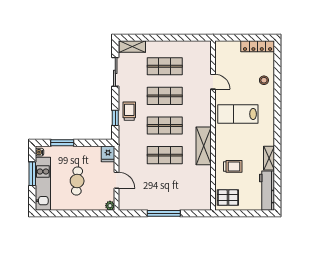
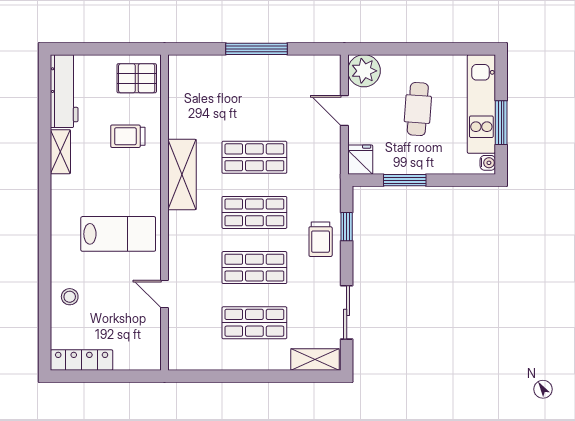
window: (62, 143) -> (405, 180), moved
plant: (110, 206) -> (364, 71), width x1.88, depth x1.88

